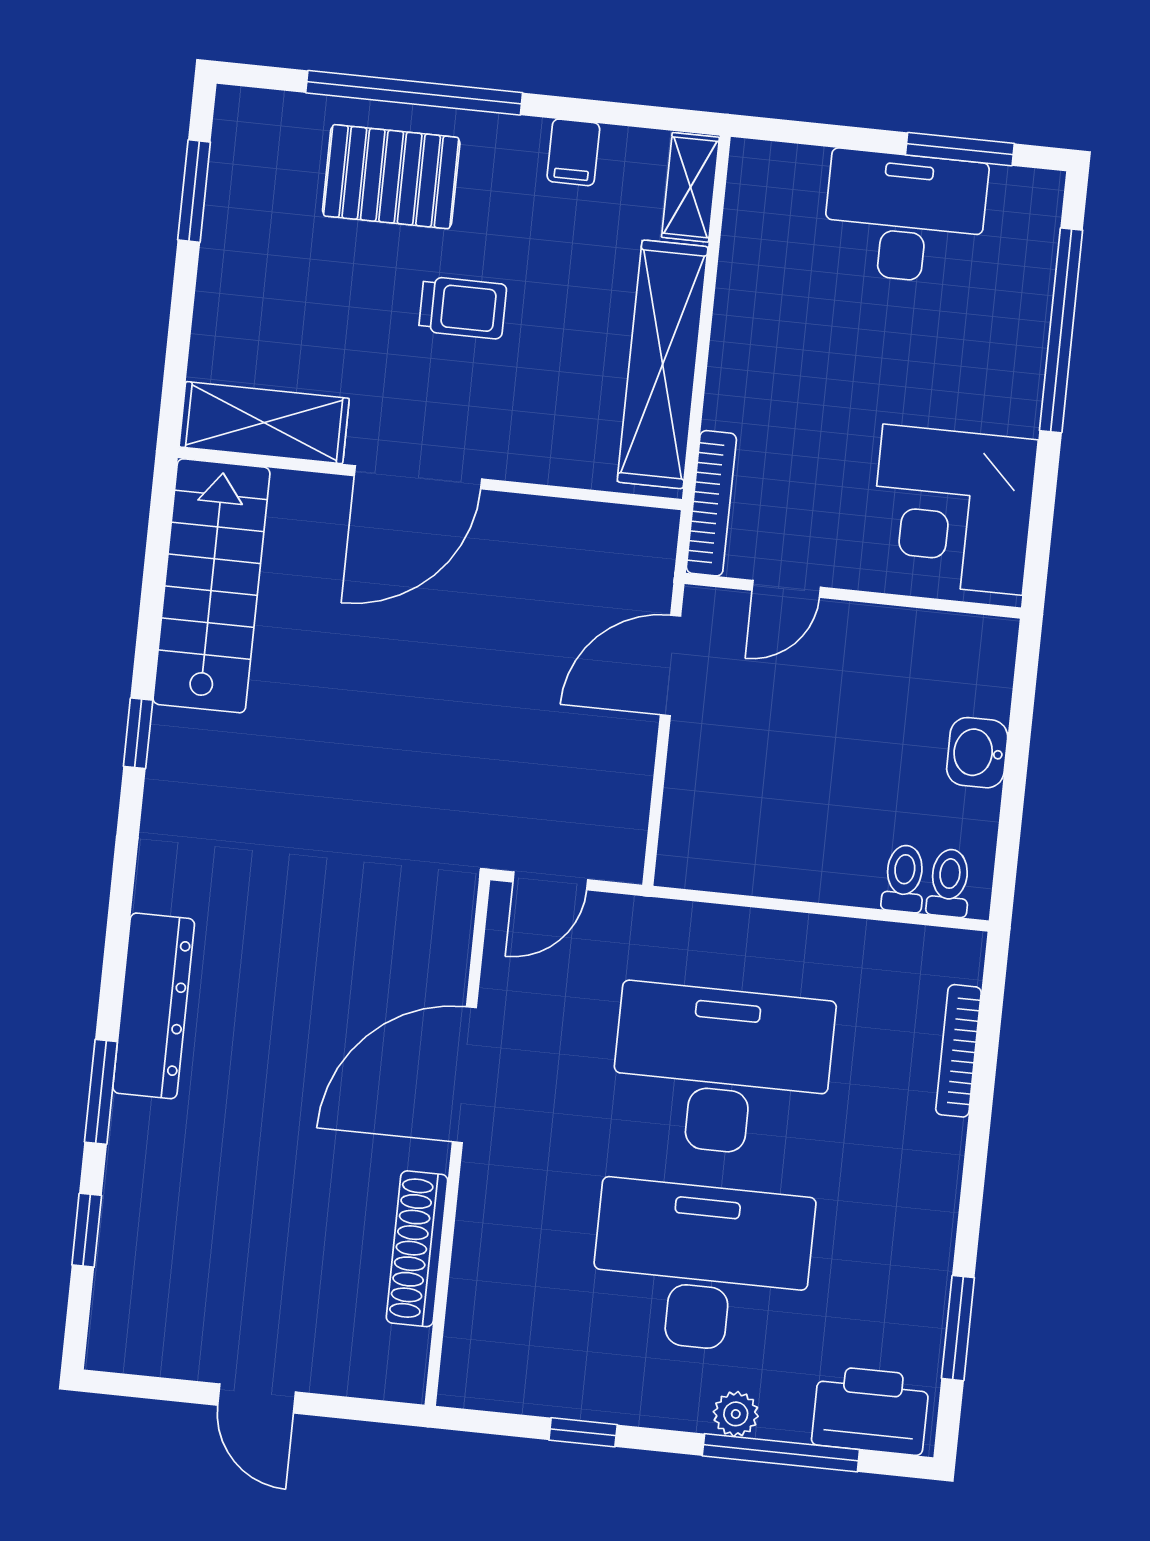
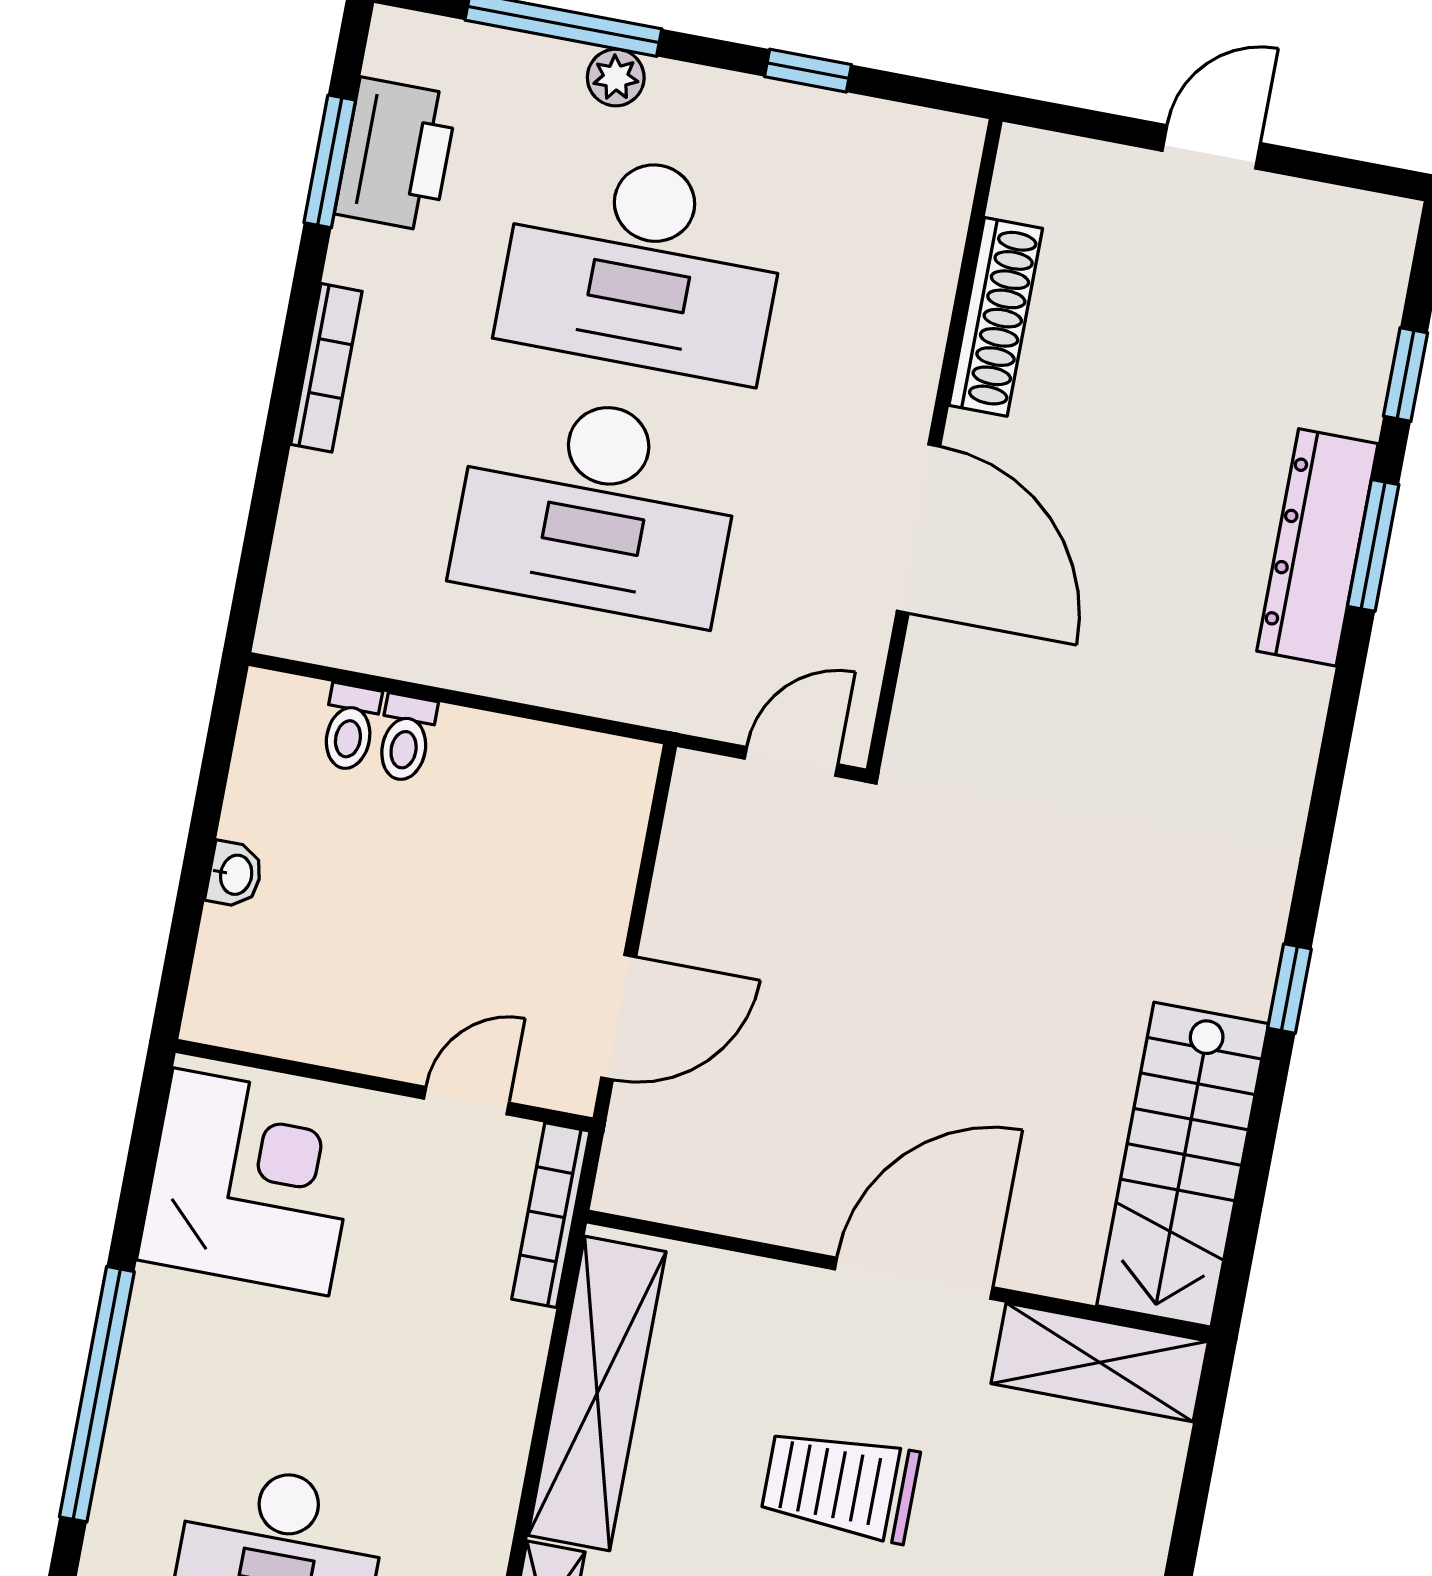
trolley: (463, 308) -> (840, 1485), width x1.36, depth x1.39
washbasin: (977, 753) -> (235, 874), width x0.72, depth x0.69
toilet: (949, 883) -> (406, 738), moved
dresser: (154, 1006) -> (1317, 547), moved
bookcase: (958, 1051) -> (326, 368), moved
door: (464, 1075) -> (918, 529), hinge flipped
door: (257, 1399) -> (1211, 147), hinge flipped
printer: (871, 1410) -> (396, 155), moved, turned -90

